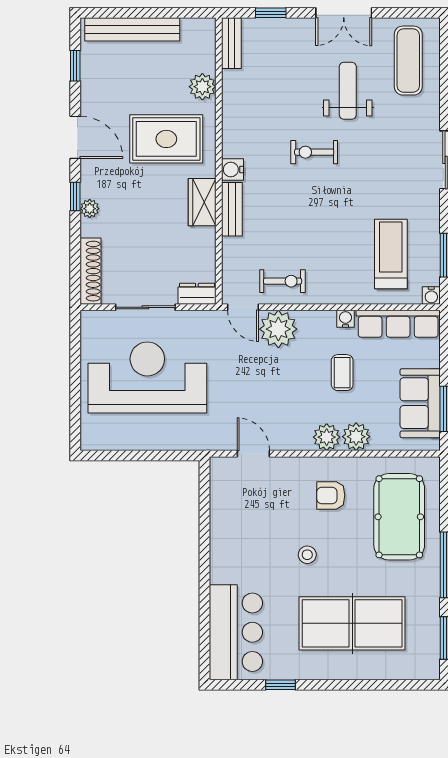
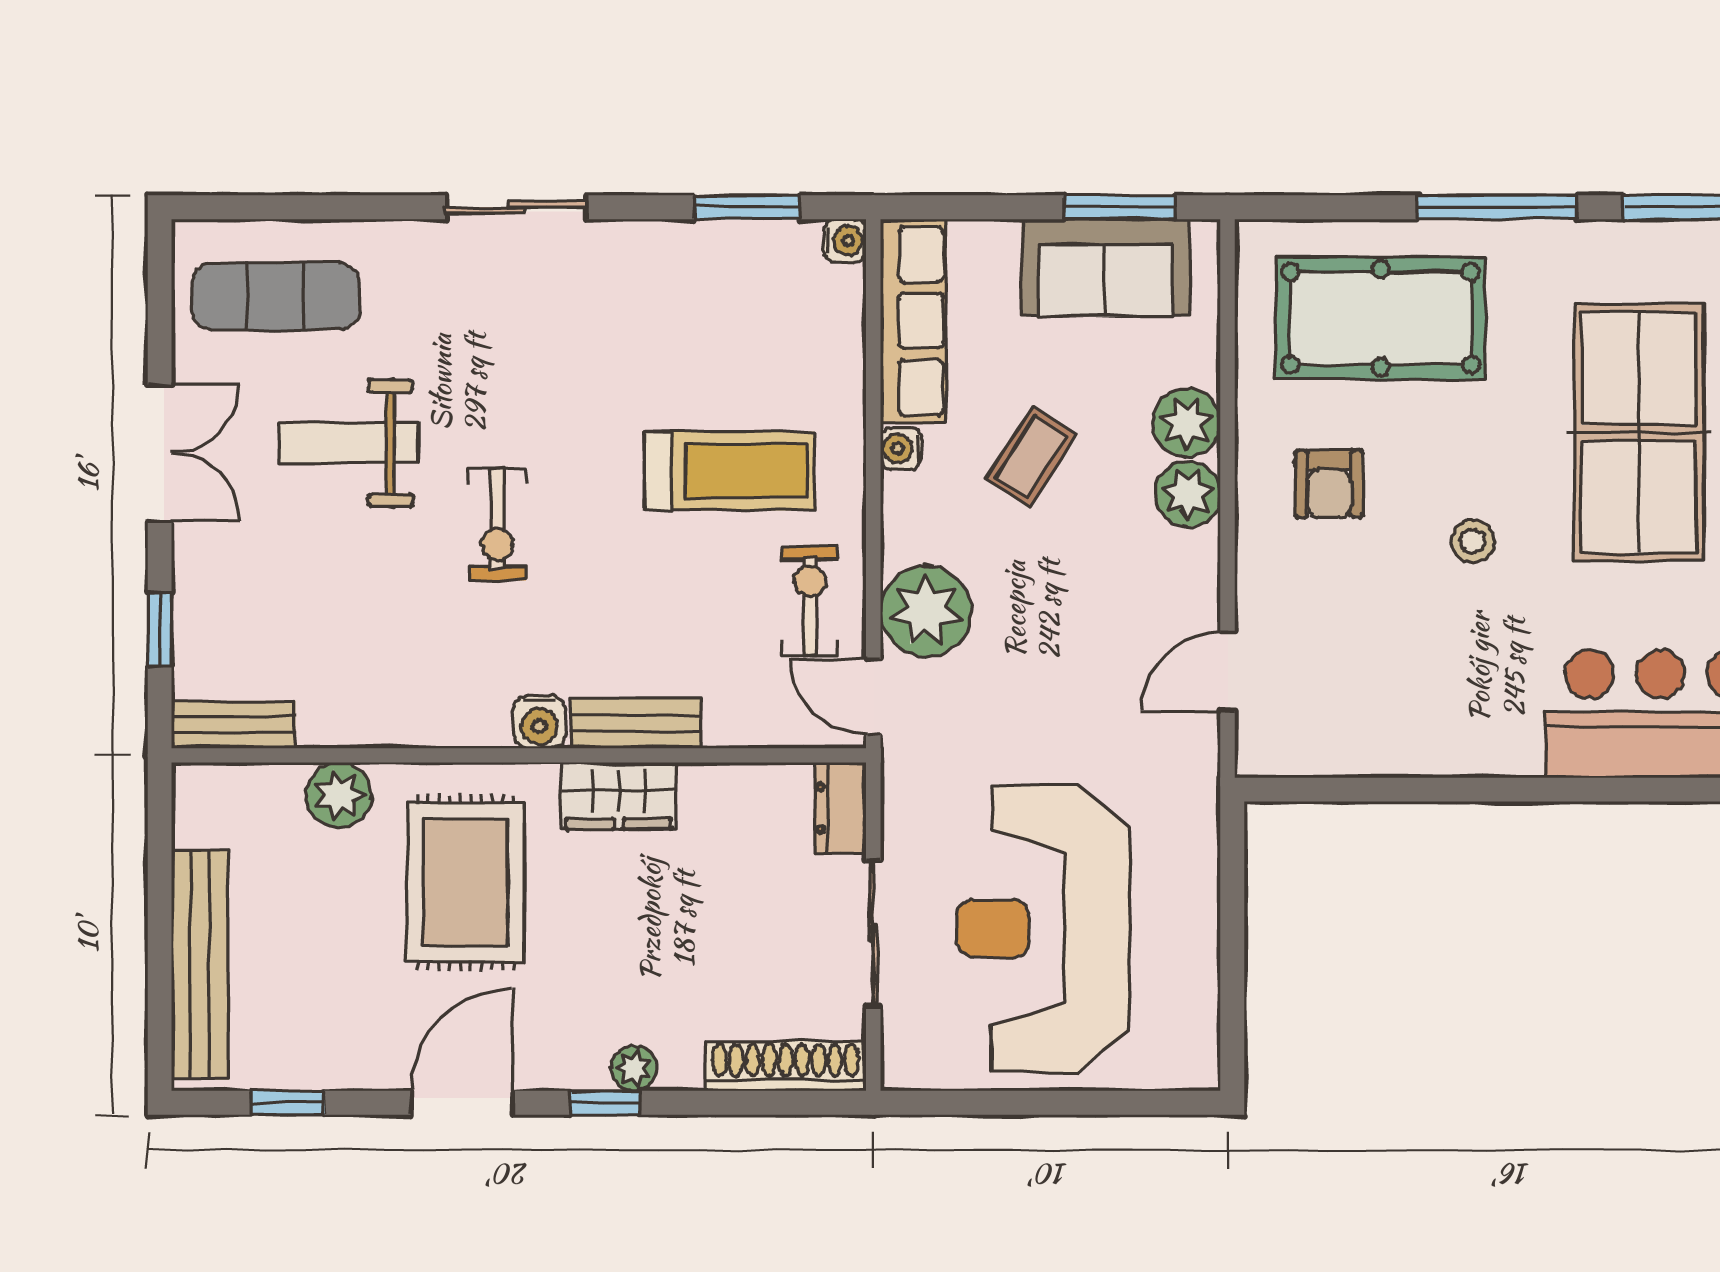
treadmill: (391, 254) -> (729, 471), moved, turned 180
door: (243, 307) -> (873, 697), swing flipped
coffee table: (342, 373) -> (1031, 456), turned -57

